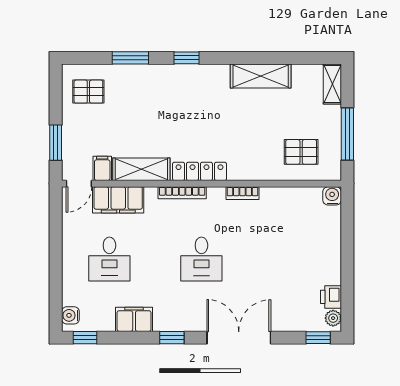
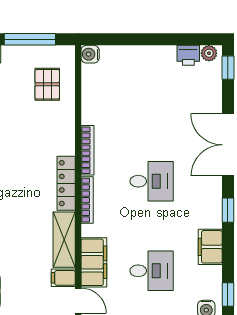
bookcase: (242, 193) -> (87, 150), width x1.56

